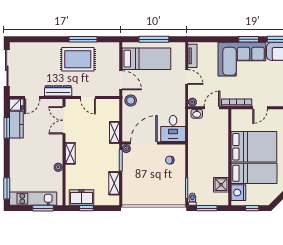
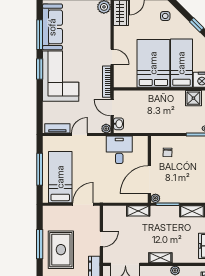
stool: (131, 100) -> (104, 194), removed
desk: (173, 129) -> (119, 150), moved, turned -90
door: (144, 143) -> (149, 180), hinge flipped

